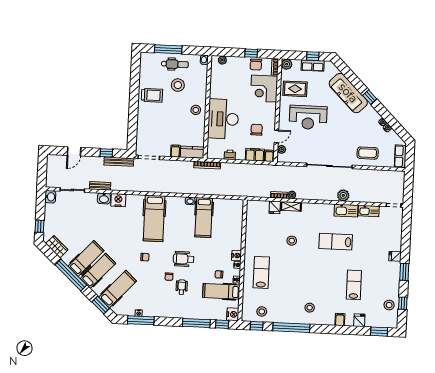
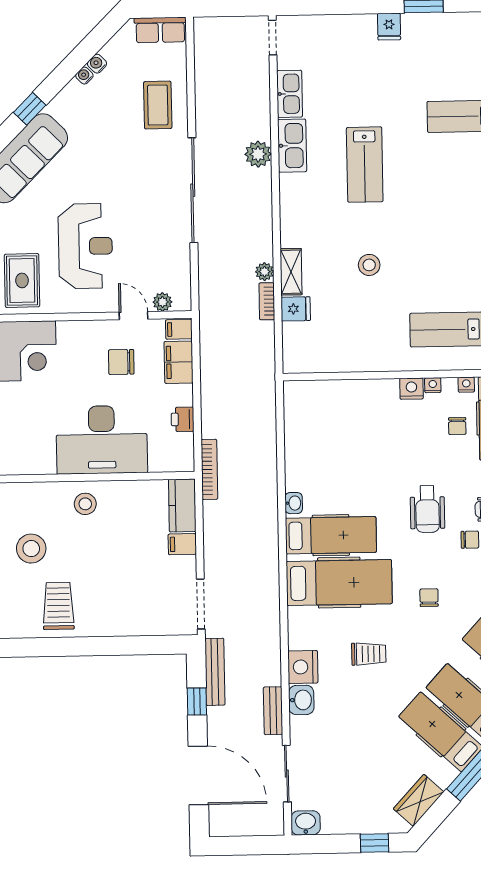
door: (74, 151) -> (198, 775), width x1.88
hospital bed: (204, 217) -> (331, 535), moved
trolley: (122, 229) -> (369, 654), added

